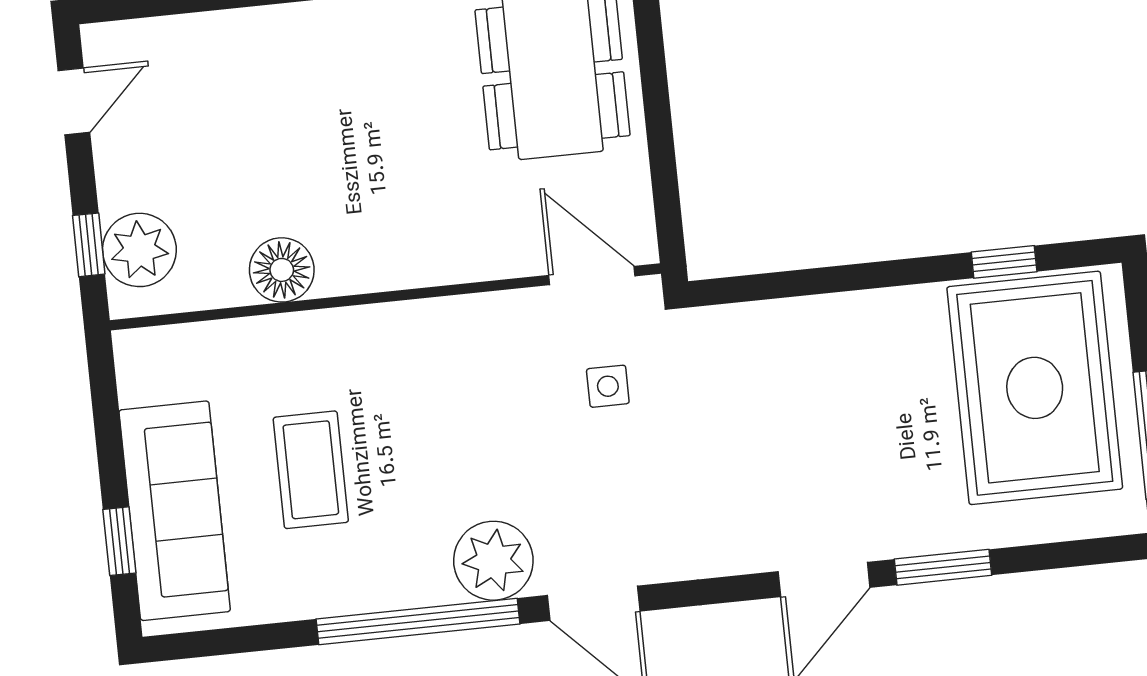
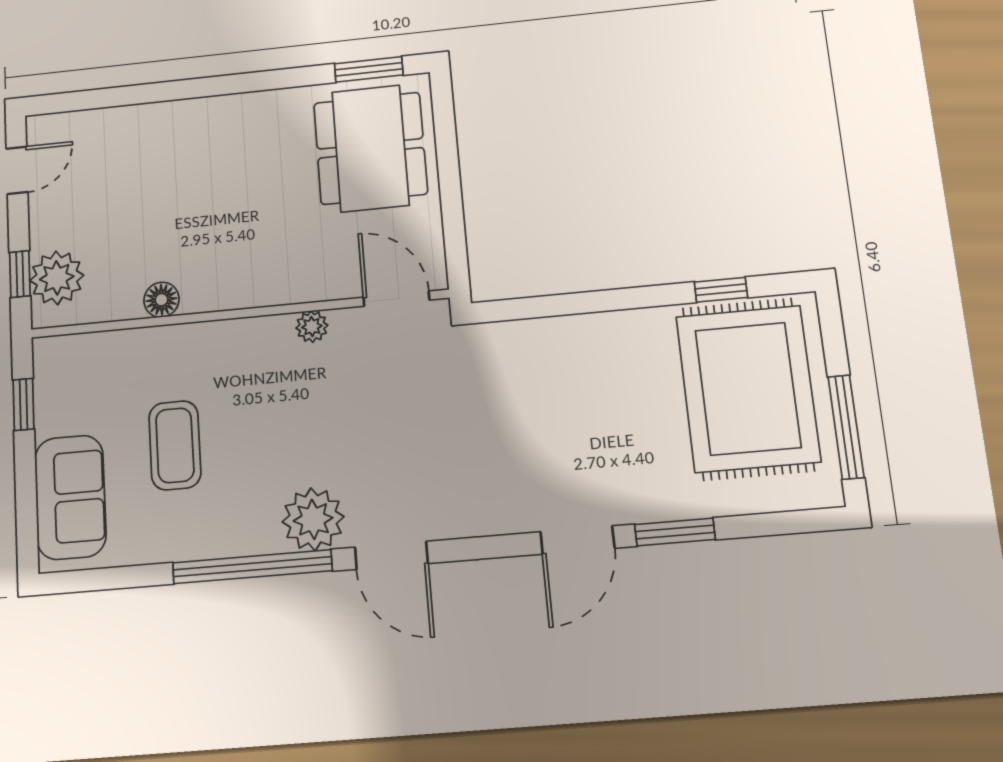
floor lamp: (282, 270) -> (161, 300), width x0.73, depth x0.73
plant: (483, 313) -> (312, 327), added
side table: (608, 386) -> (407, 383), removed
sofa: (175, 511) -> (70, 497), width x0.73
window: (119, 541) -> (24, 404), moved

